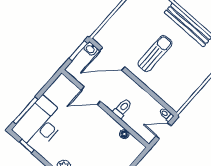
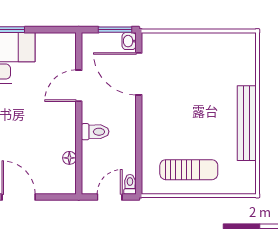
sun lounger: (155, 54) -> (189, 170), moved
door: (91, 96) -> (79, 86), hinge flipped
door: (163, 131) -> (110, 197), hinge flipped

